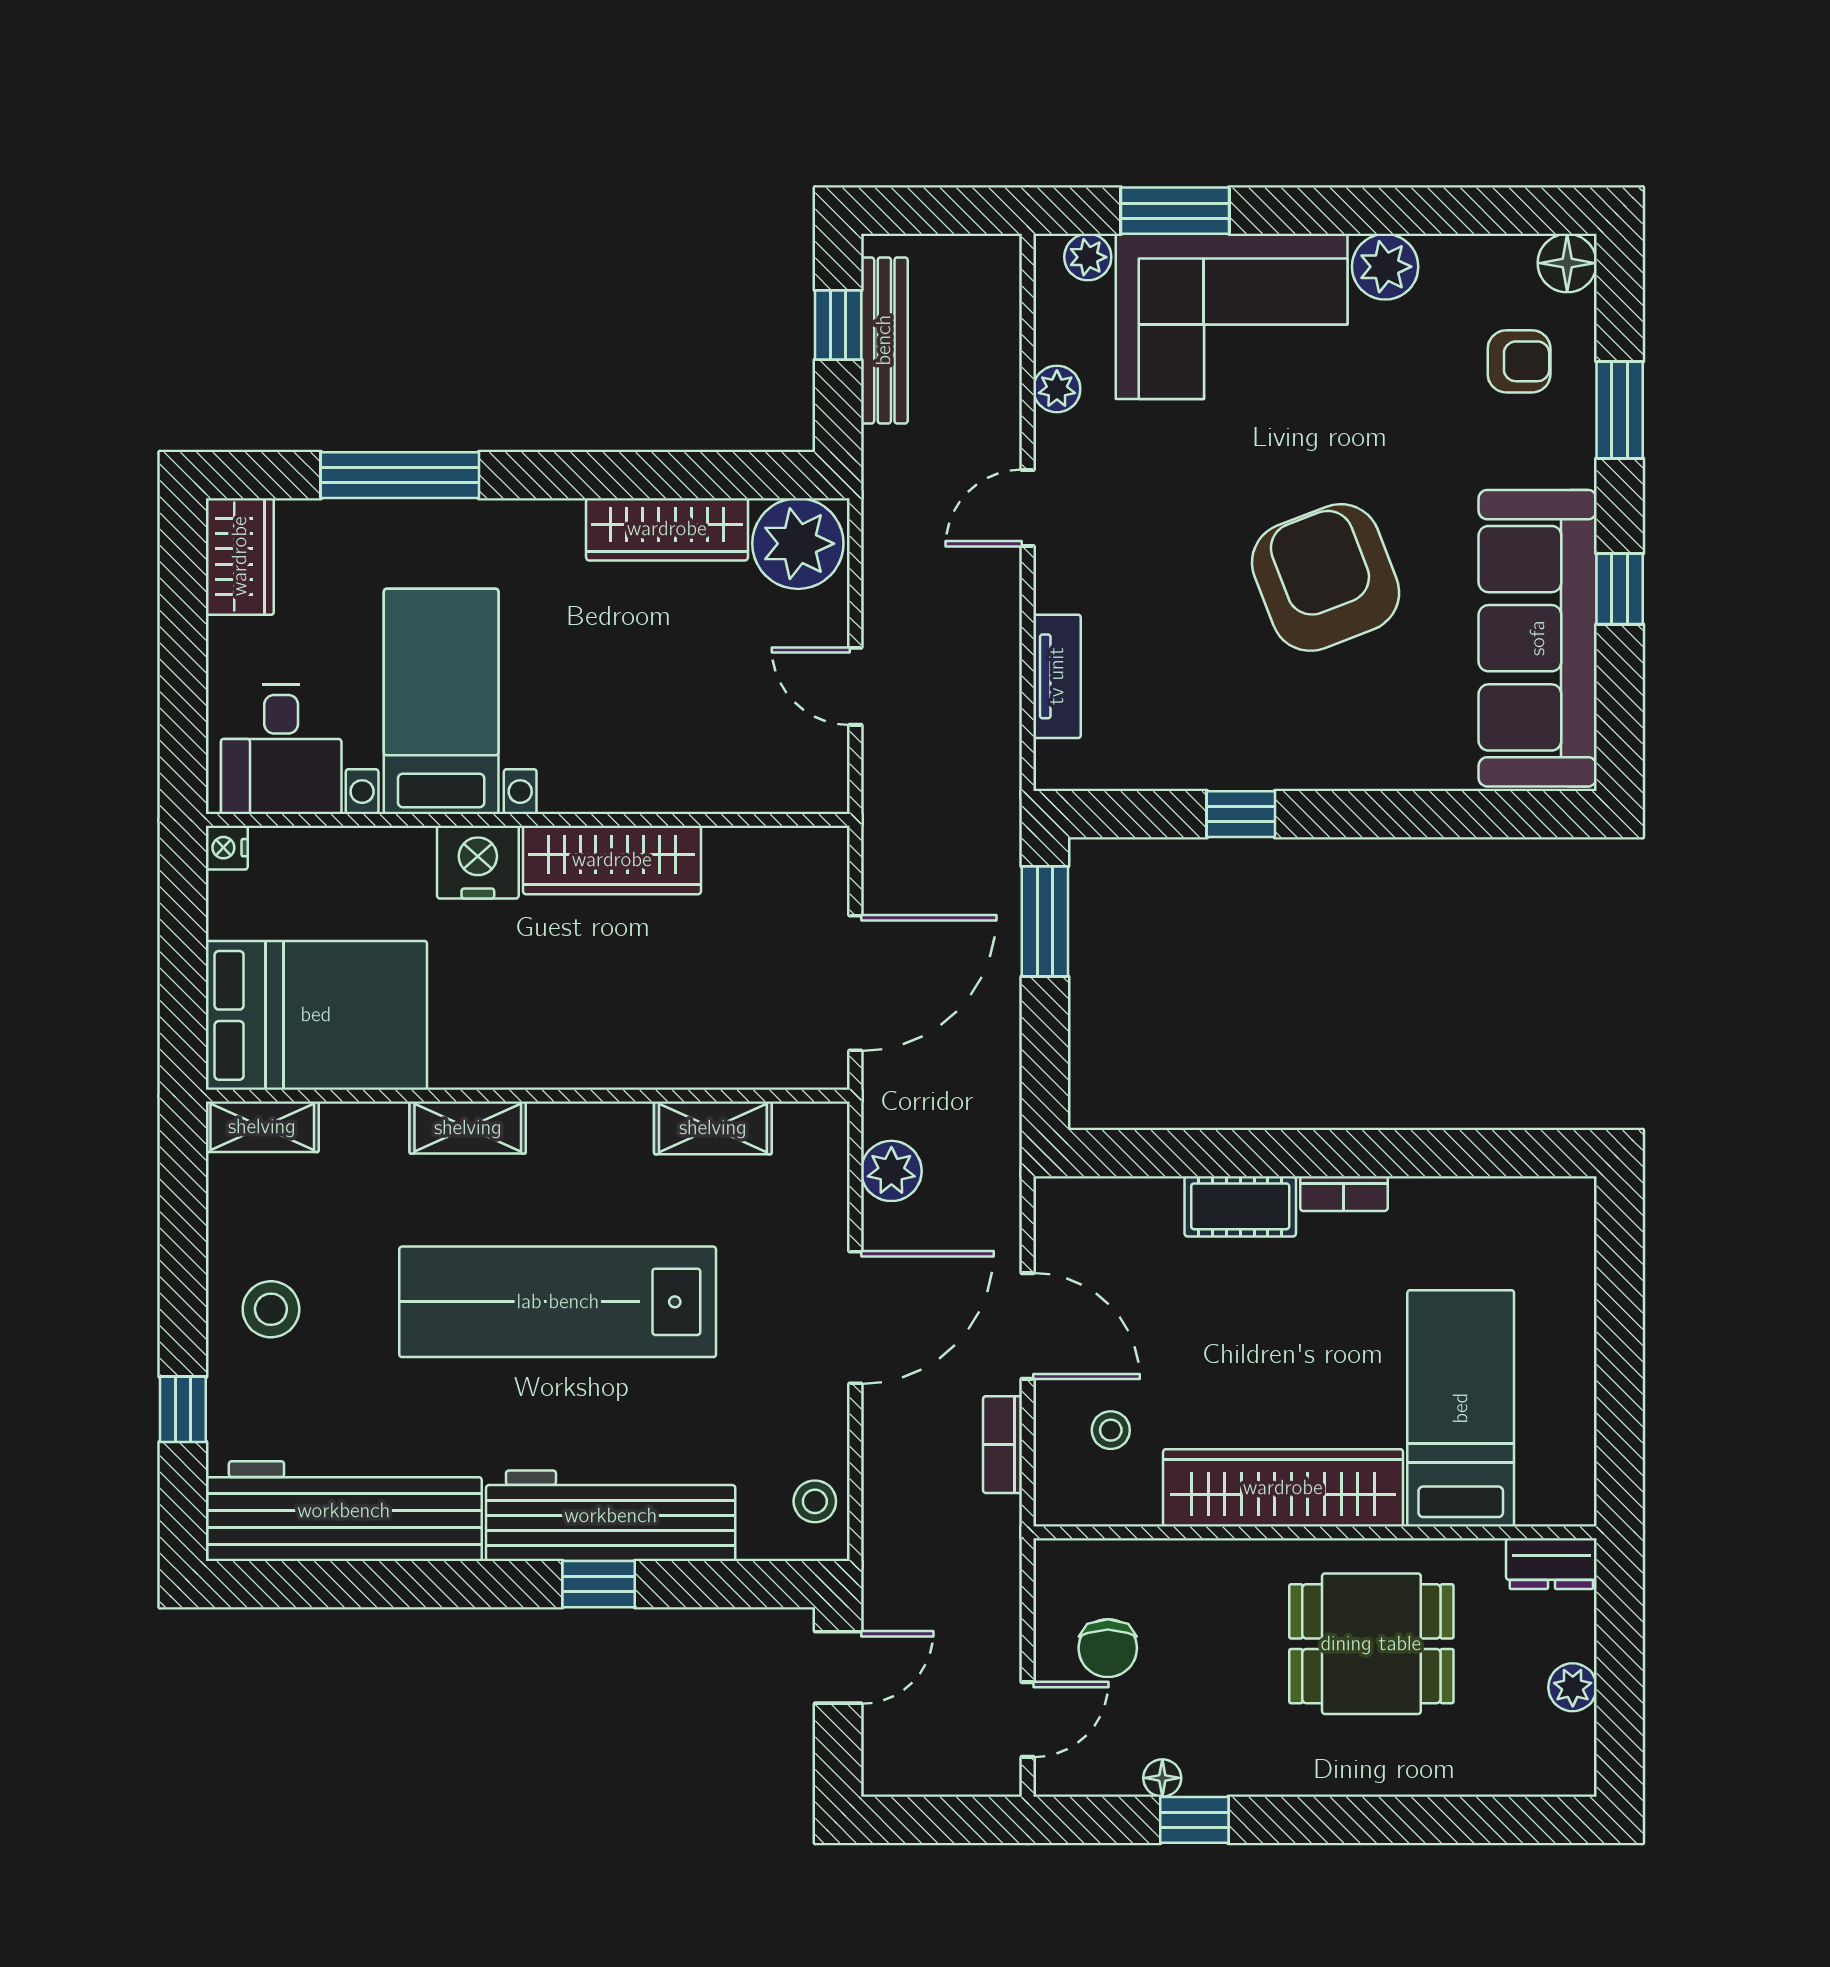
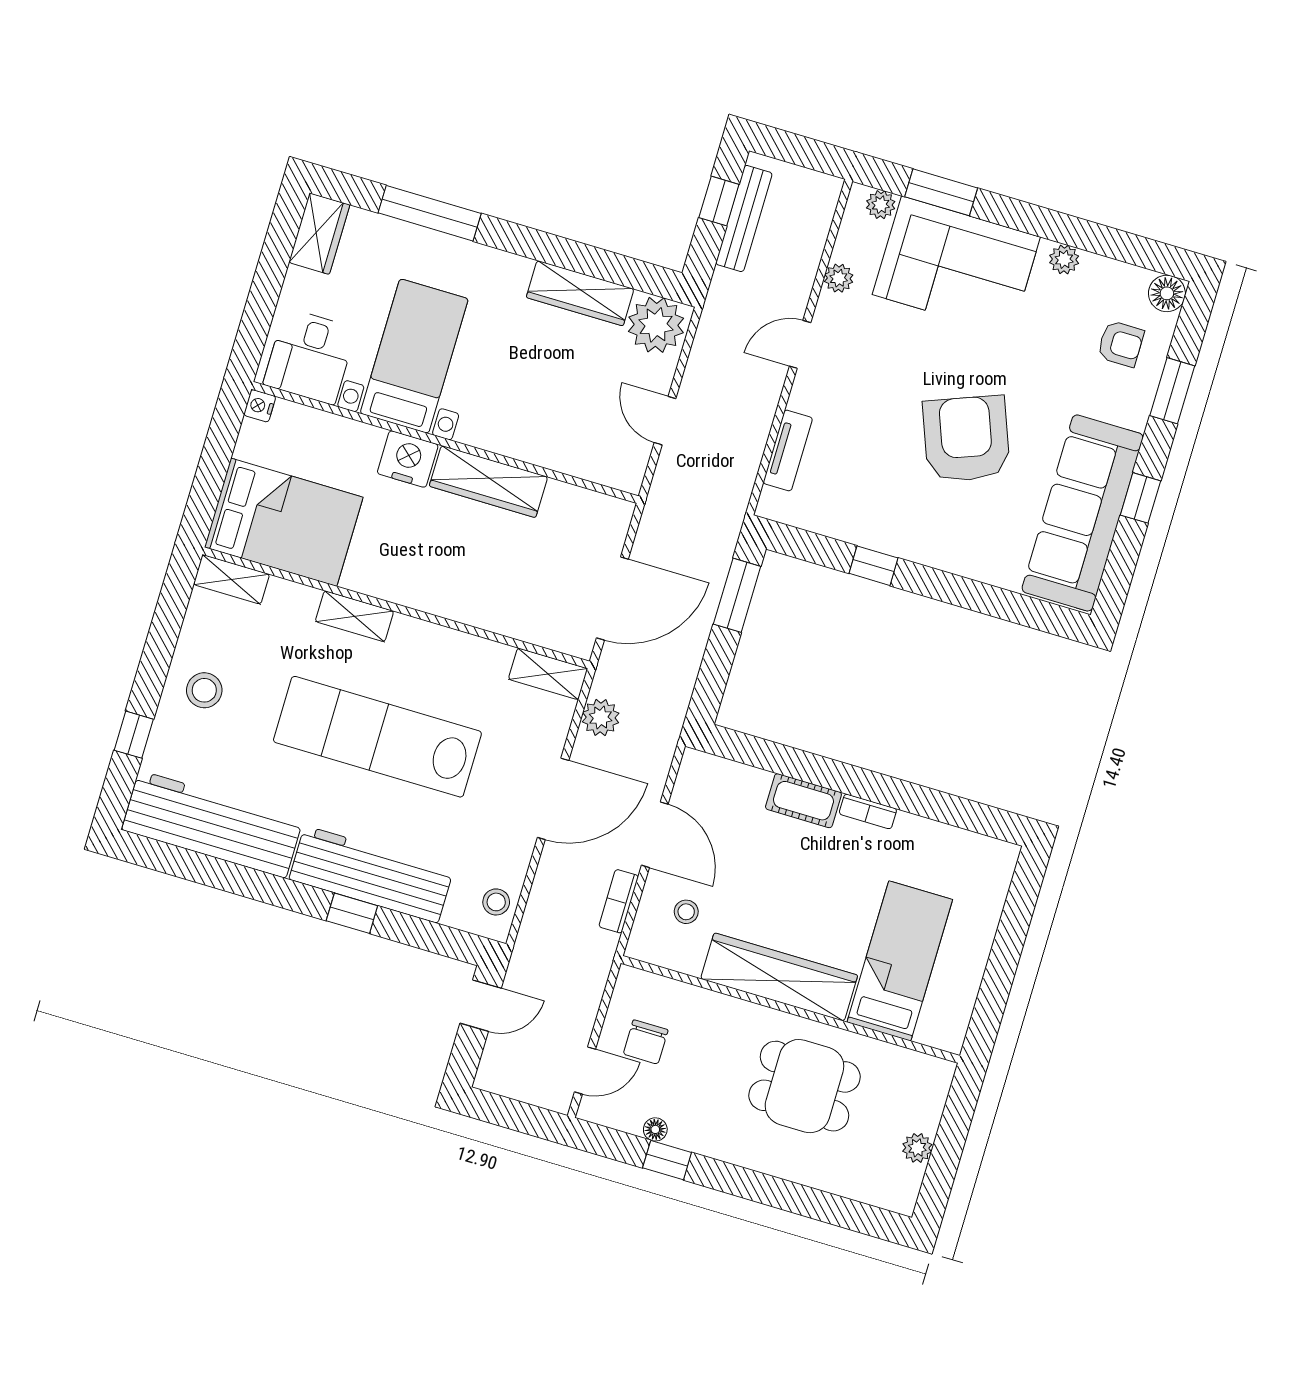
plant: (1385, 267) -> (1064, 259), width x0.73, depth x0.73
shelving: (713, 1128) -> (548, 674), moved
dresser: (1551, 1564) -> (927, 1070), removed

